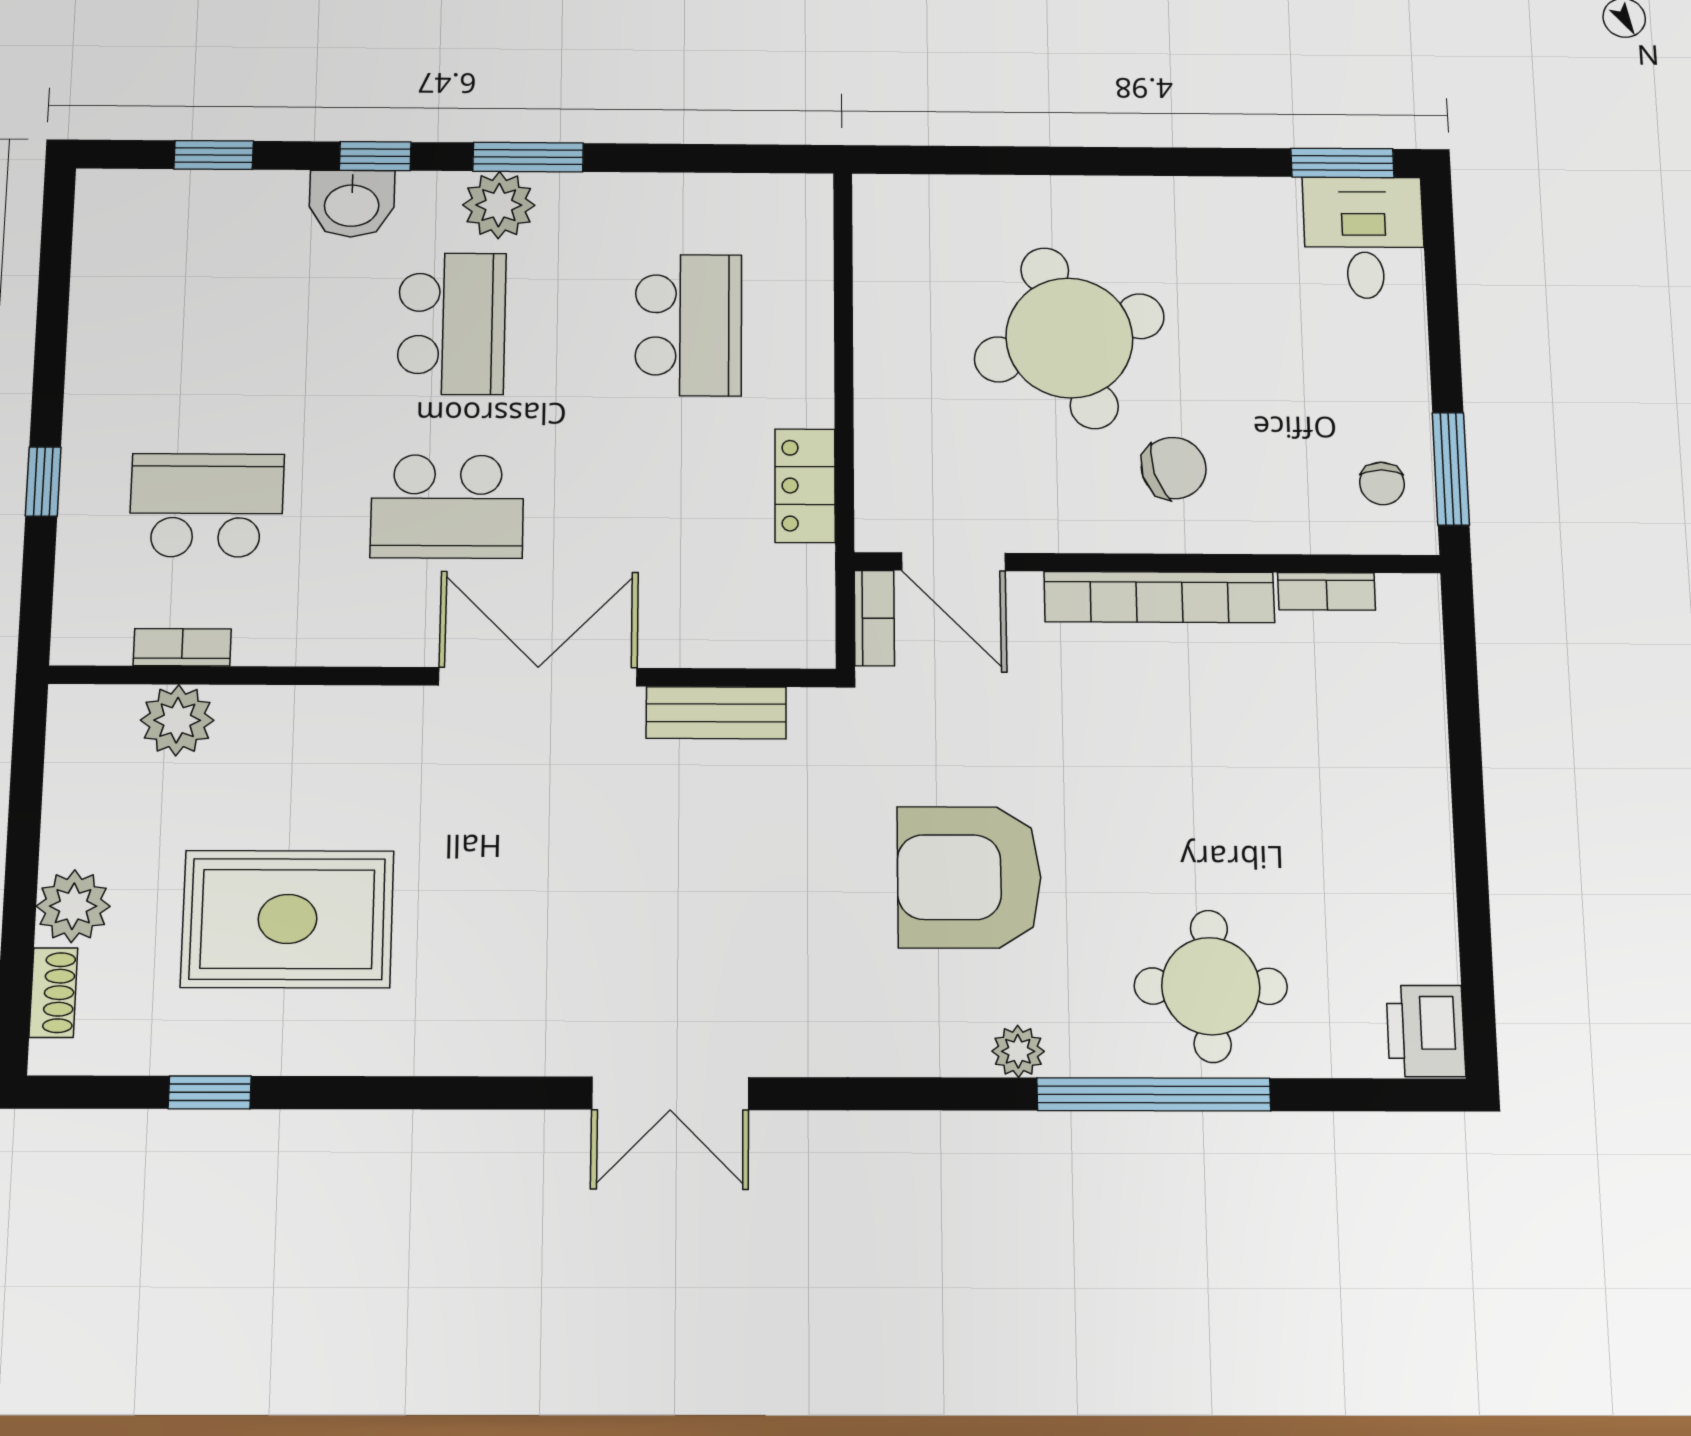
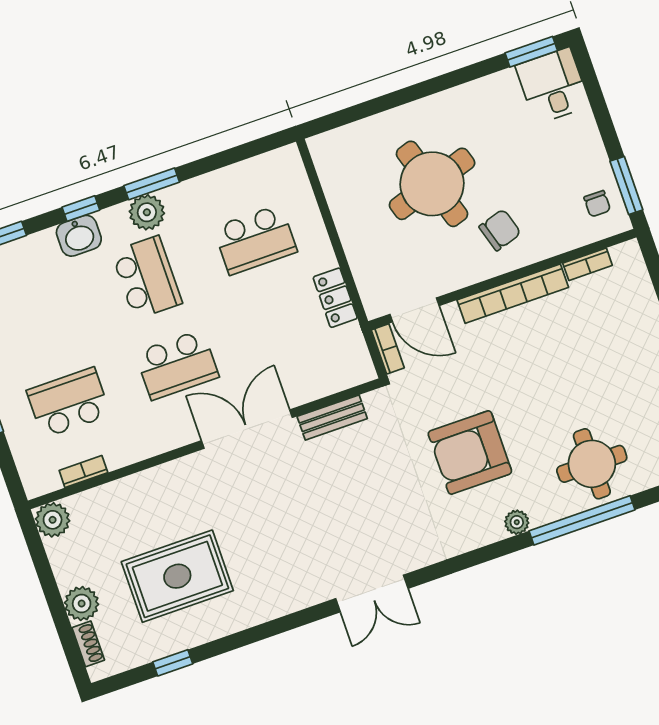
school desk: (688, 325) -> (255, 240), turned 90
plant: (177, 720) -> (53, 520), moved

